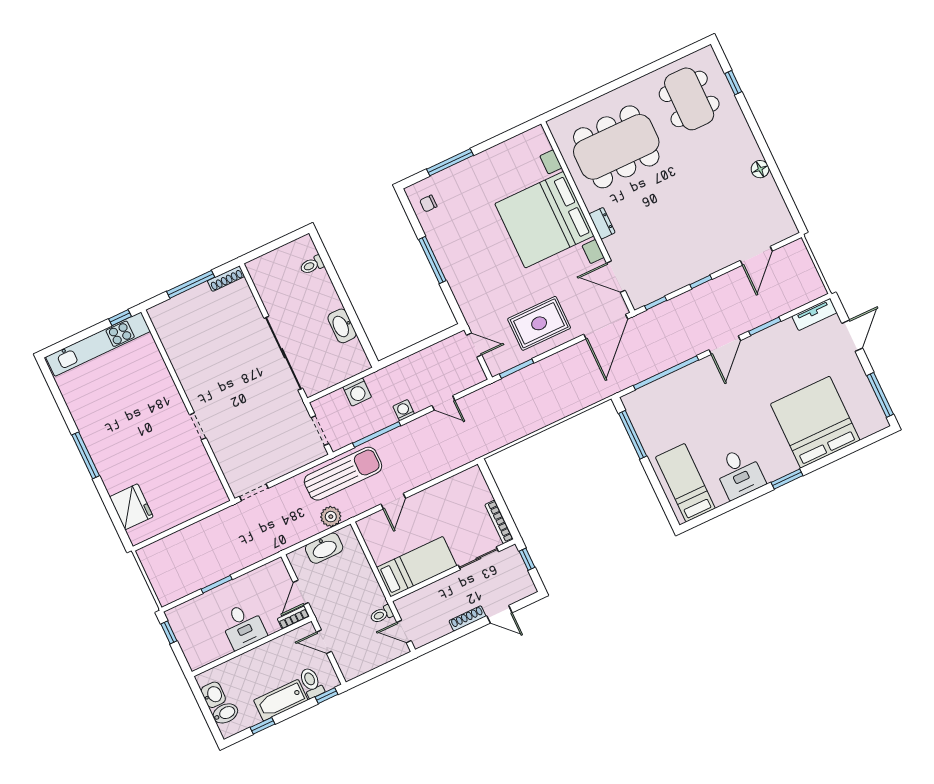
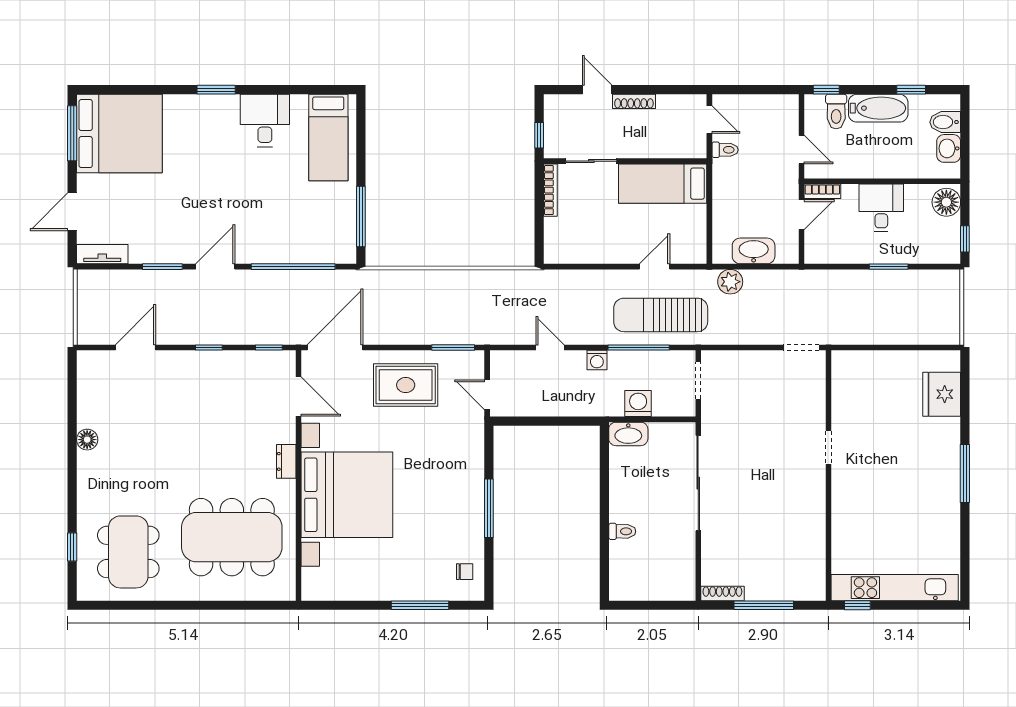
toilet: (312, 265) -> (622, 531), moved
washbasin: (342, 326) -> (628, 434), moved, turned 90
bed: (815, 422) -> (119, 134), moved, turned -90
sun lounger: (343, 474) -> (661, 315), moved
floor lamp: (196, 653) -> (946, 202), added

